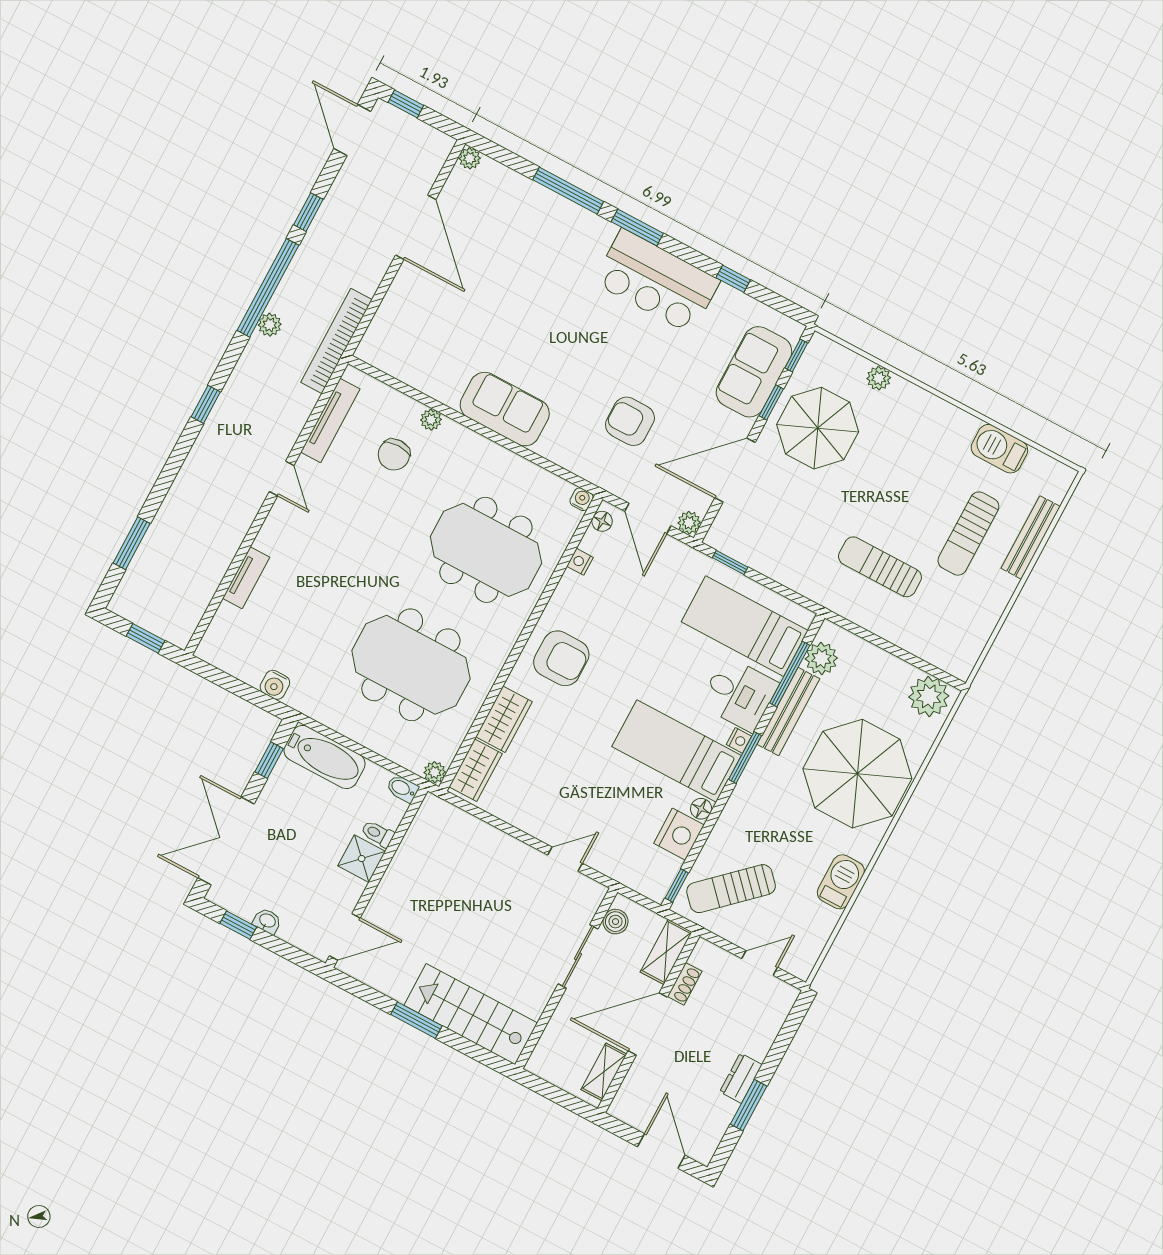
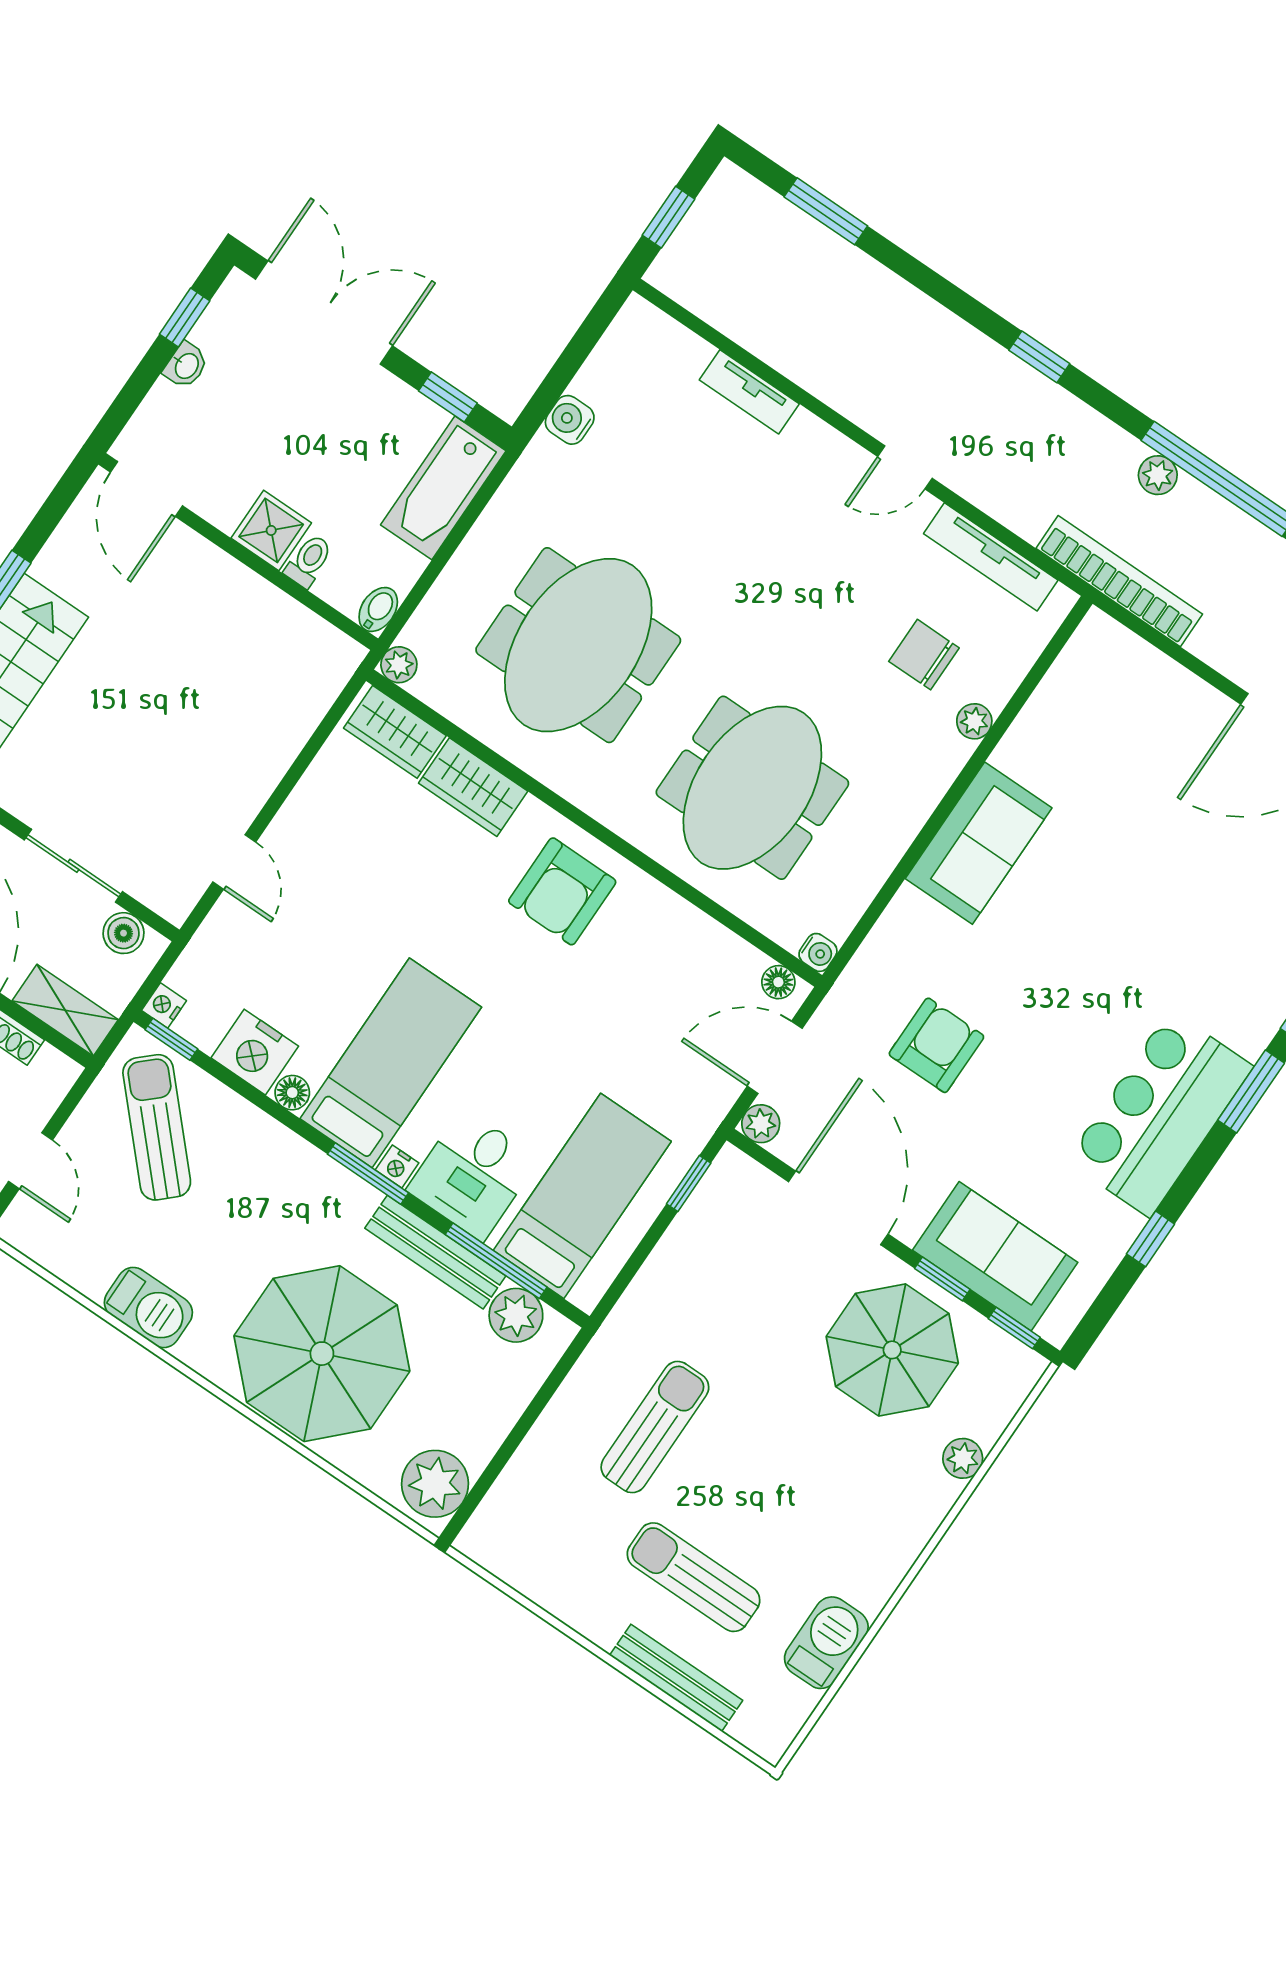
nightstand: (580, 562) -> (164, 1006), moved, turned -90

